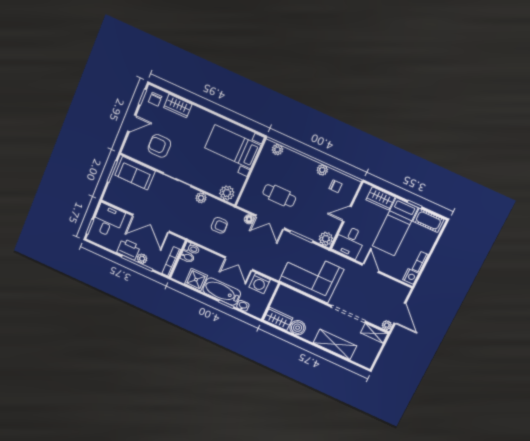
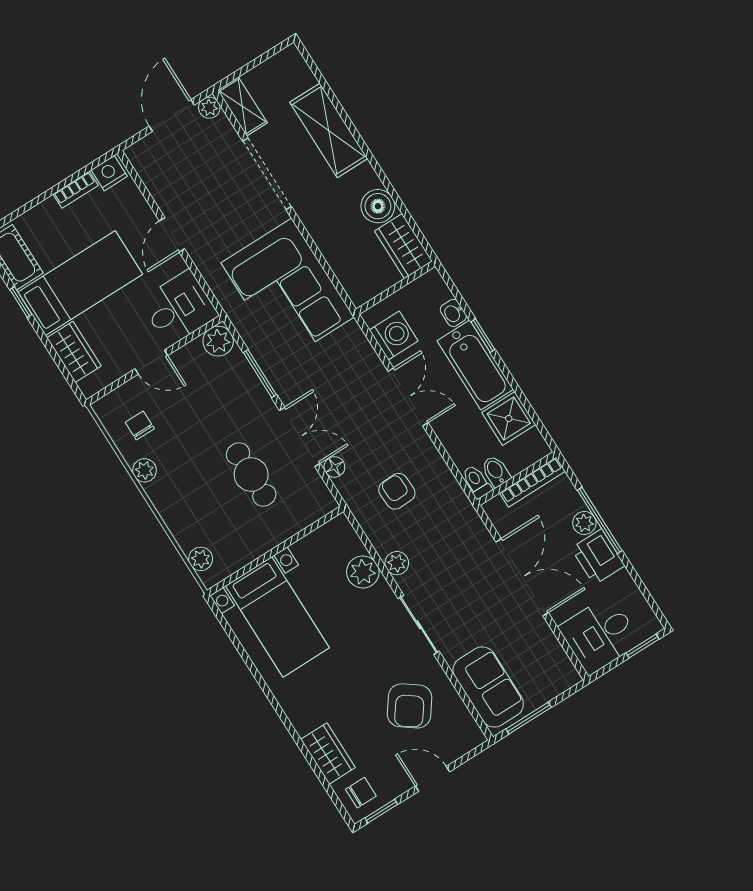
armchair: (159, 146) -> (410, 706), turned 36
plant: (227, 193) -> (363, 572), moved

